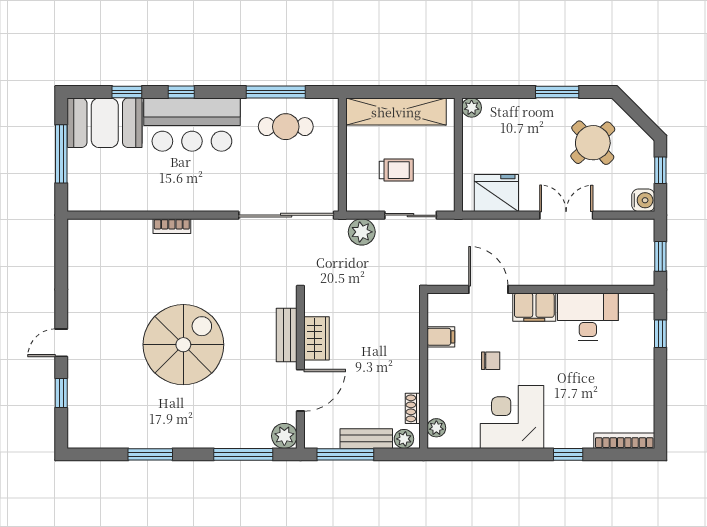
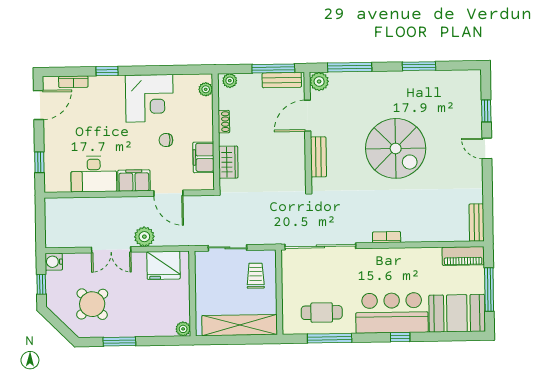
window: (127, 92) -> (441, 336), removed
trolley: (396, 170) -> (256, 276), moved, turned 90
piano: (95, 199) -> (463, 256), added
bookcase: (172, 226) -> (387, 237), moved
plant: (362, 232) -> (144, 237), moved
bench: (77, 244) -> (476, 223), added
window: (660, 256) -> (40, 220), removed
filing cabinet: (441, 337) -> (203, 157), width x2.00
wardrobe: (317, 338) -> (228, 162), moved, turned 180
door: (61, 343) -> (487, 148), swing flipped
spiral stairs: (183, 345) -> (396, 148), turned -90
shoe rack: (413, 408) -> (224, 122), moved
door: (660, 410) -> (38, 105), added
bench: (366, 439) -> (282, 80), moved
bookcase: (624, 441) -> (73, 82), width x0.64

